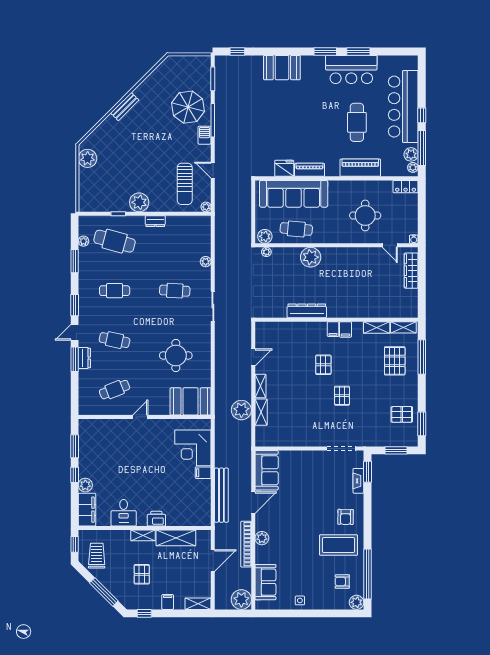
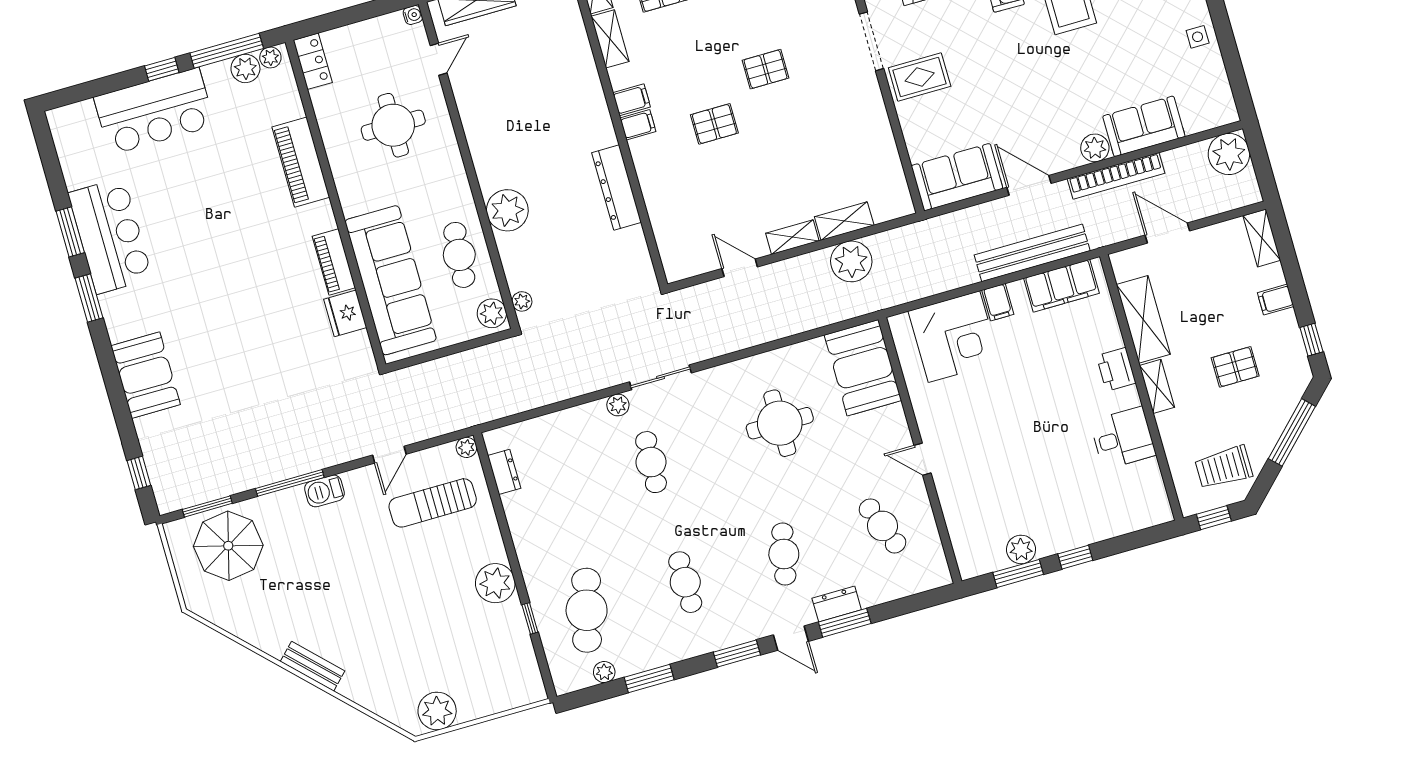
parasol: (188, 107) -> (228, 546), moved
bar counter: (403, 107) -> (154, 111), width x0.73
cafe table: (357, 122) -> (212, 195), removed
sun lounger: (185, 184) -> (433, 503), turned 180
dresser: (155, 221) -> (504, 472), moved
plant: (206, 262) -> (618, 405), moved
rug: (318, 466) -> (920, 77), added
plant: (85, 485) -> (1021, 549), moved
filing cabinet: (87, 510) -> (1061, 286), moved, turned 180
sofa: (265, 582) -> (1144, 126), moved

